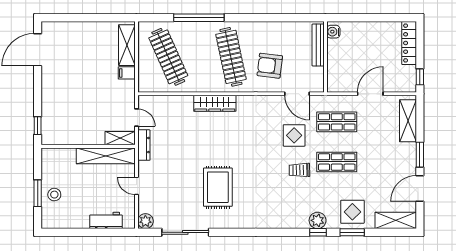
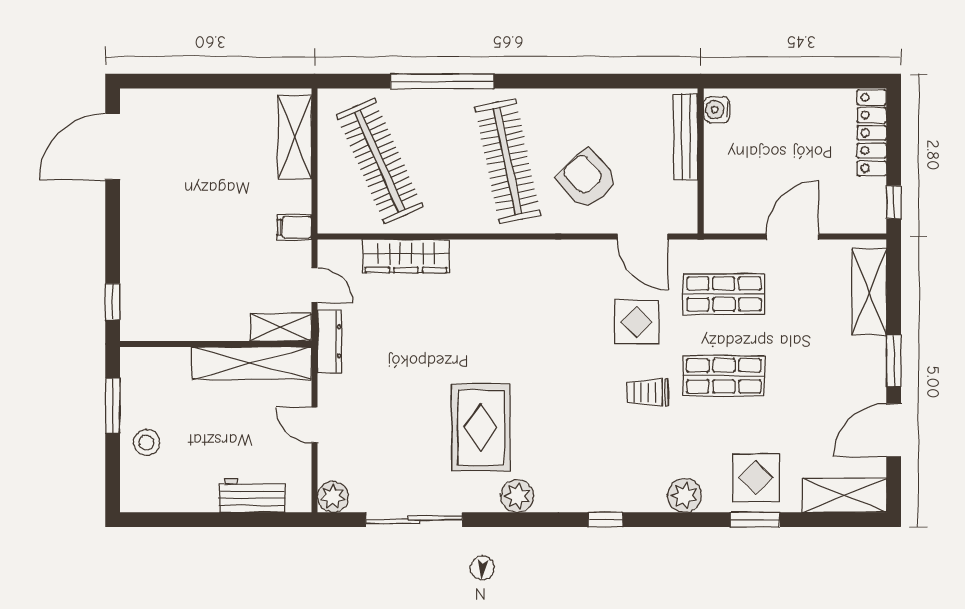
armchair: (270, 66) -> (587, 179), turned 41
filing cabinet: (127, 73) -> (294, 227), moved
wardrobe: (215, 103) -> (406, 256), moved
window: (38, 193) -> (113, 406), moved
plant: (236, 221) -> (517, 496), added
window: (318, 232) -> (605, 520), moved

